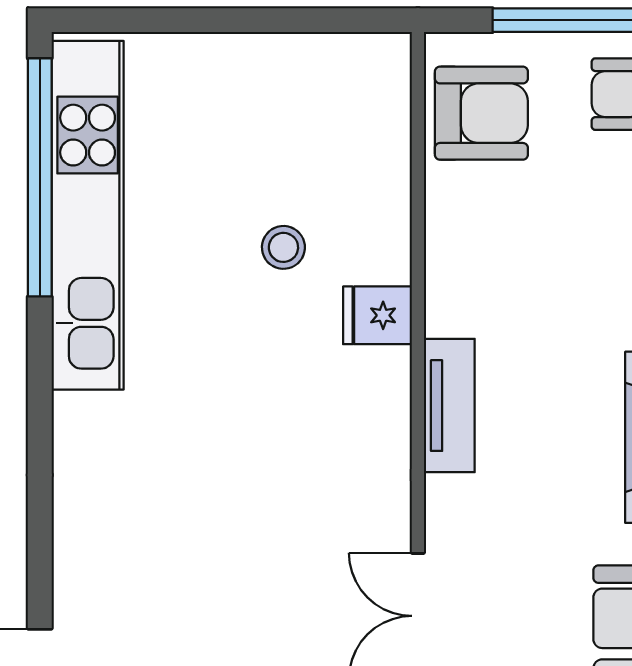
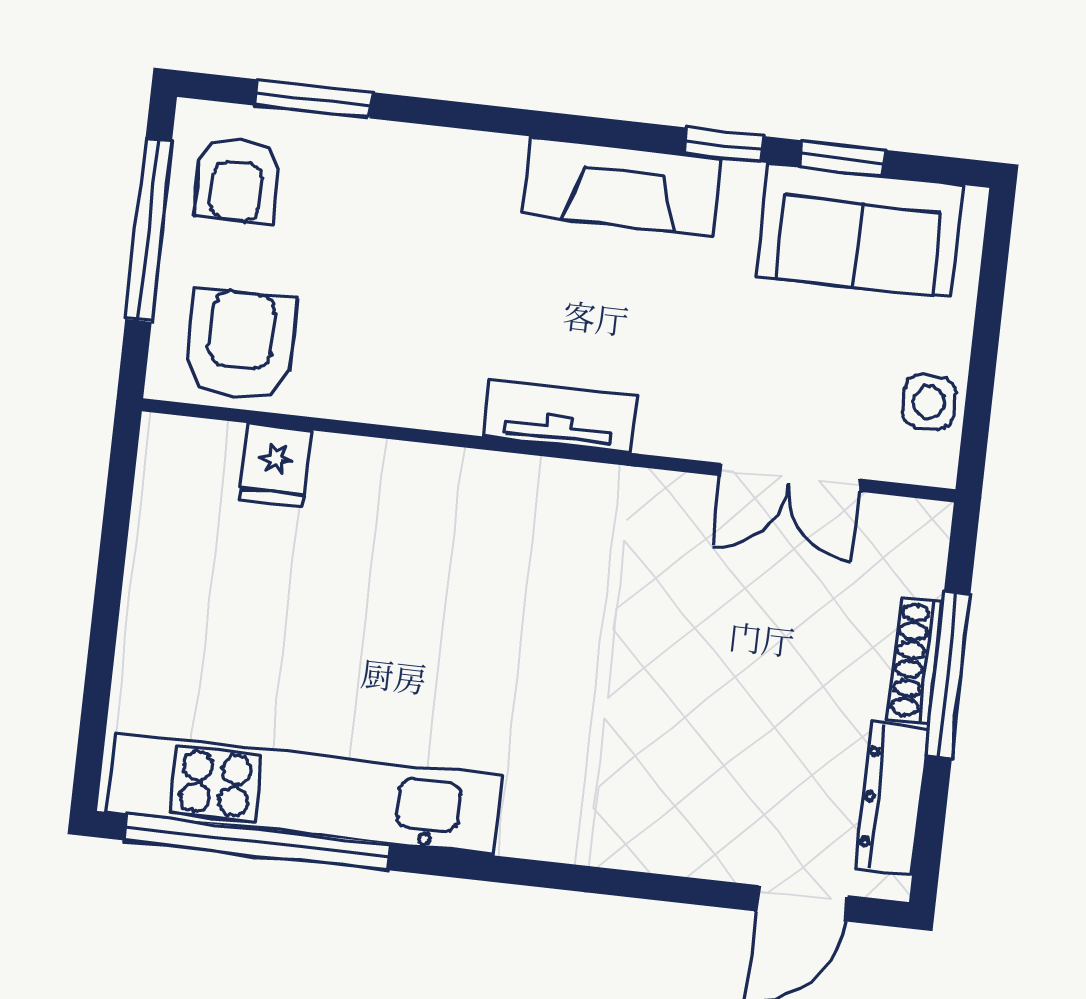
stool: (283, 247) -> (365, 581), removed
fridge: (378, 315) -> (275, 465), moved

